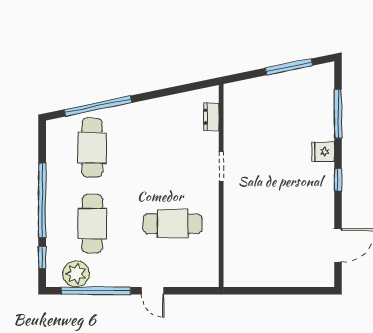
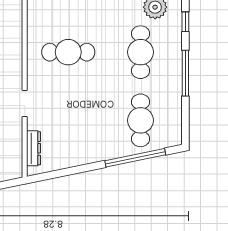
dresser: (211, 117) -> (34, 148), width x1.44
window: (42, 200) -> (185, 73), width x0.68

